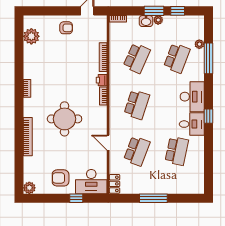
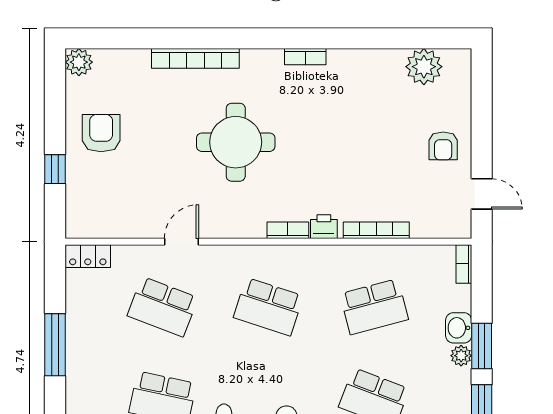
school desk: (137, 58) -> (374, 307), turned -39
desk: (91, 182) -> (93, 203), removed

